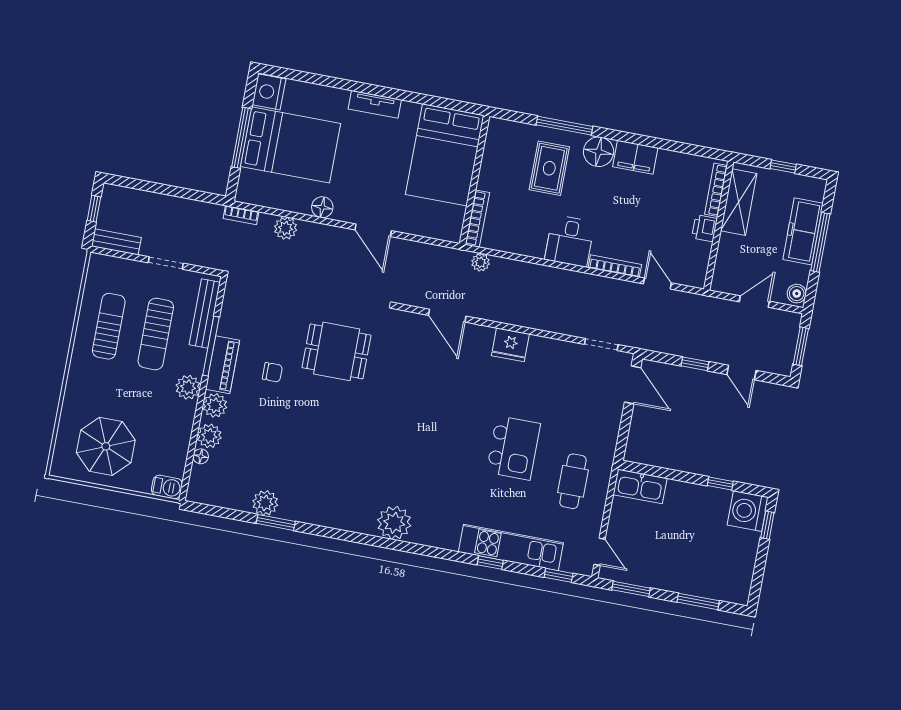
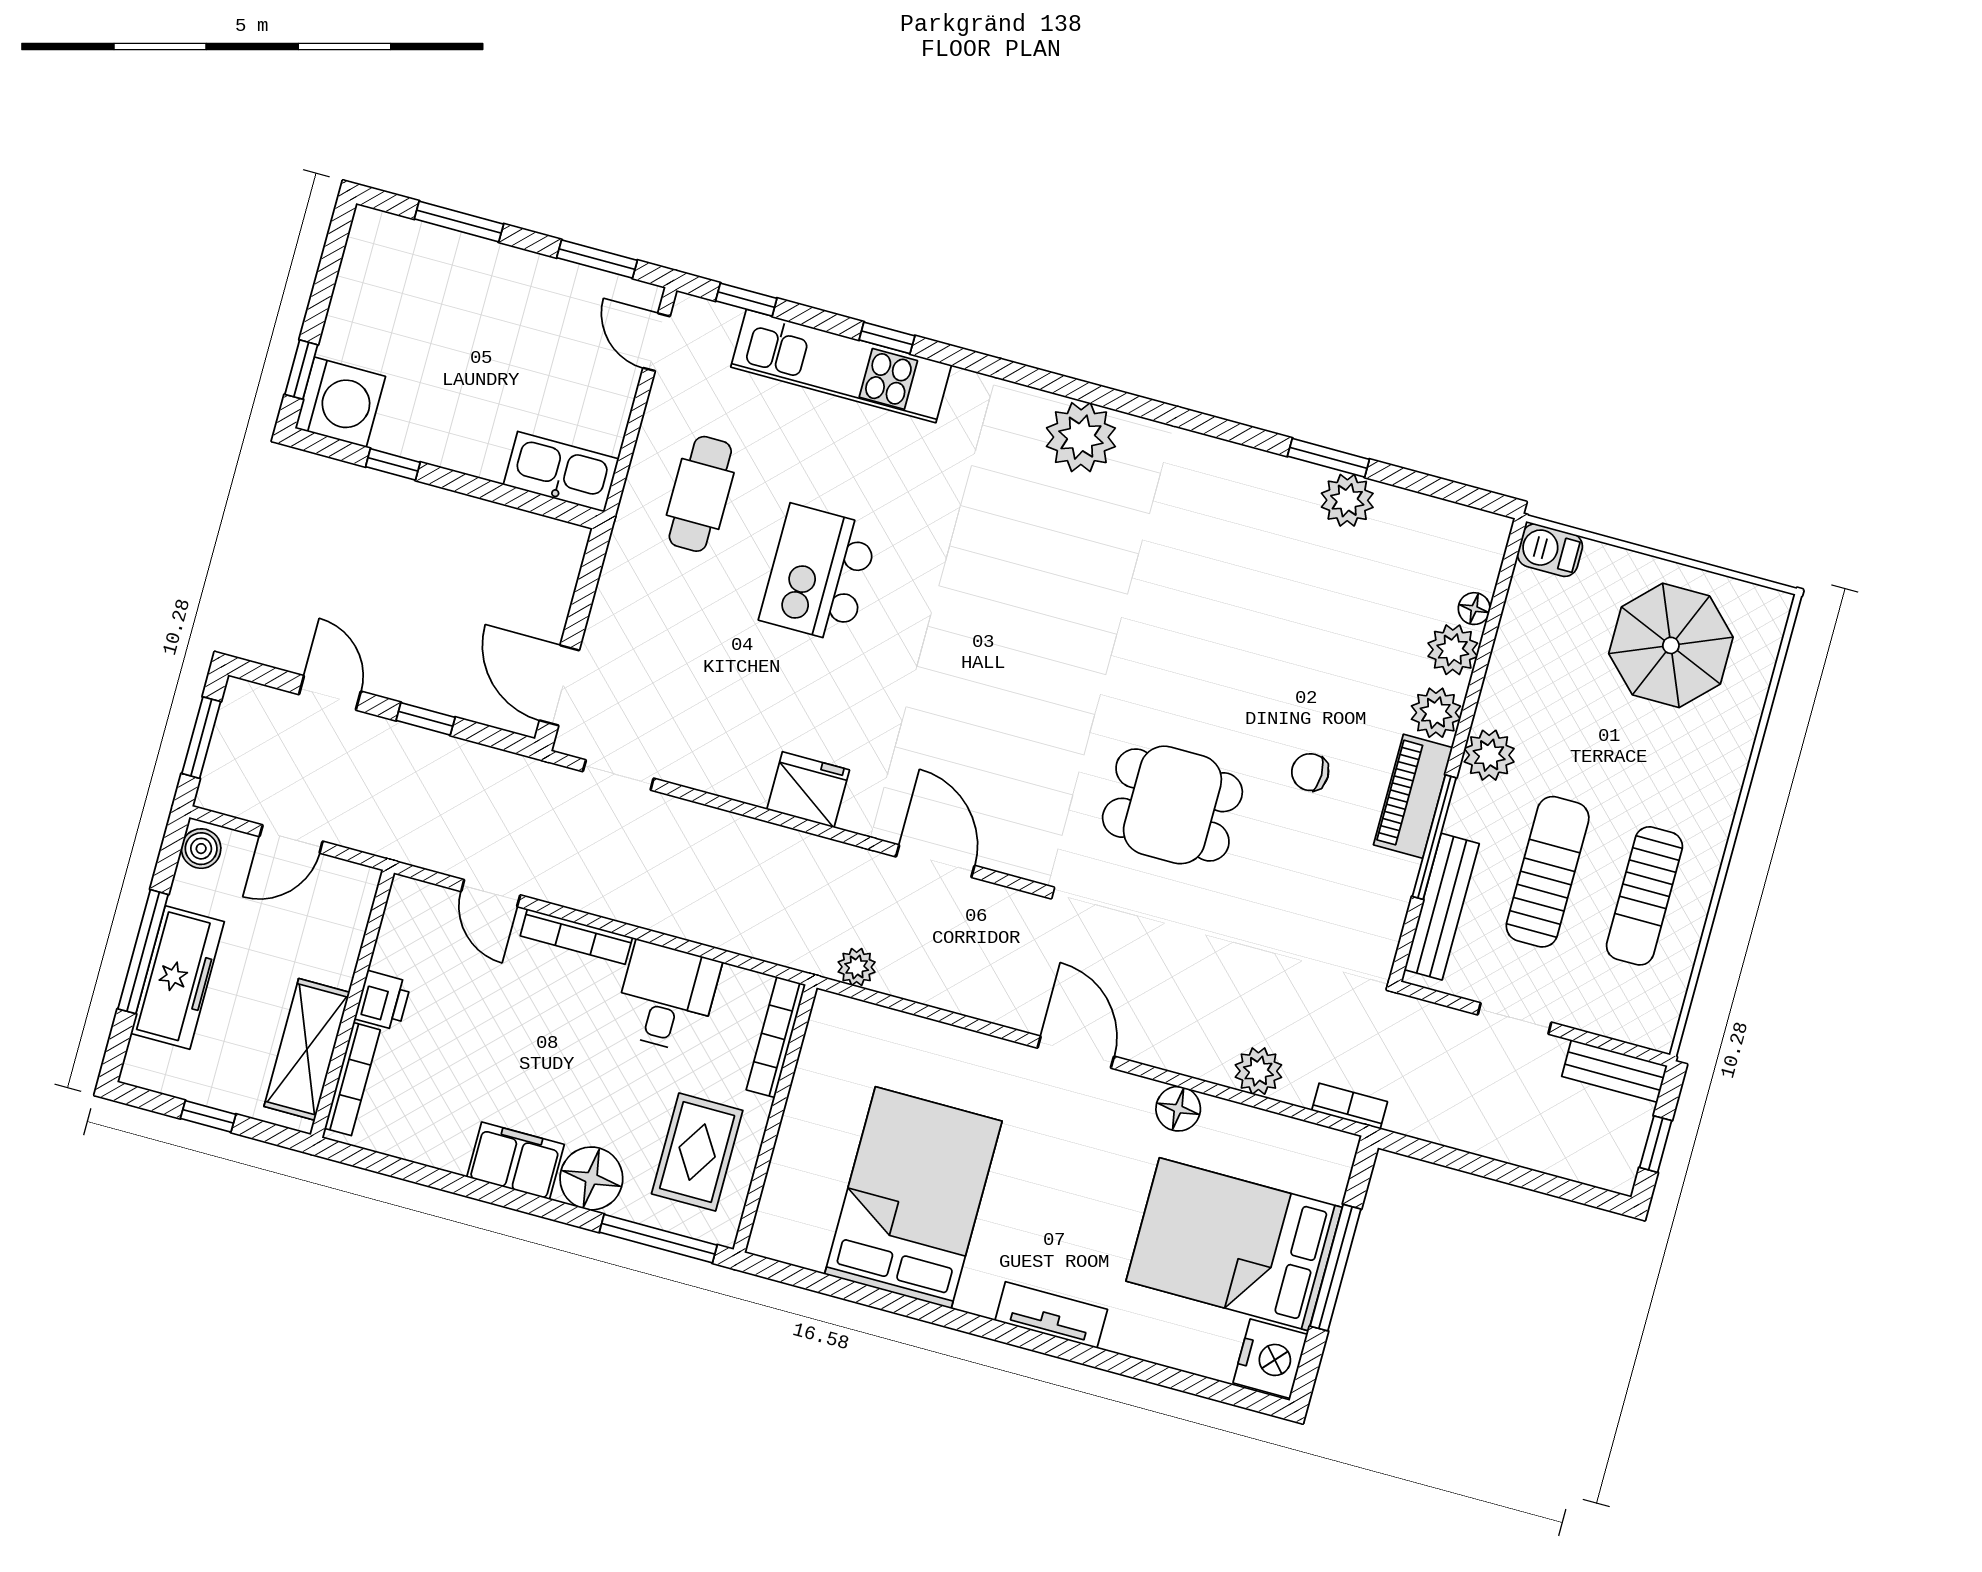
wall: (475, 180) -> (775, 1119), moved
bookcase: (477, 219) -> (776, 1037), moved

